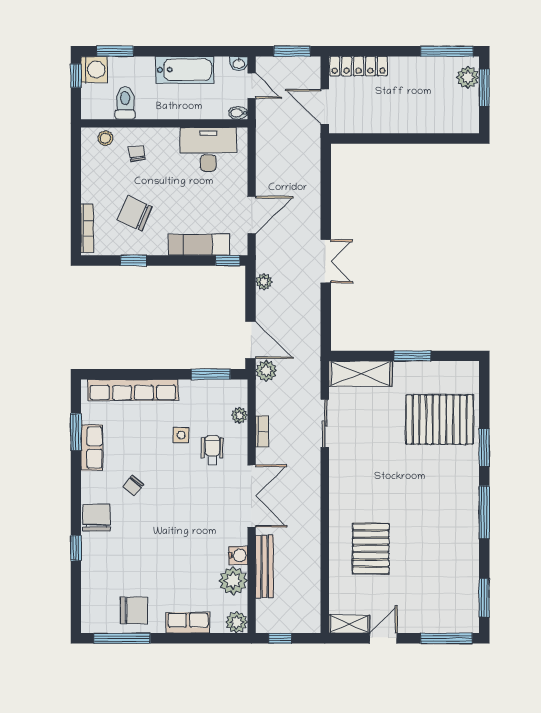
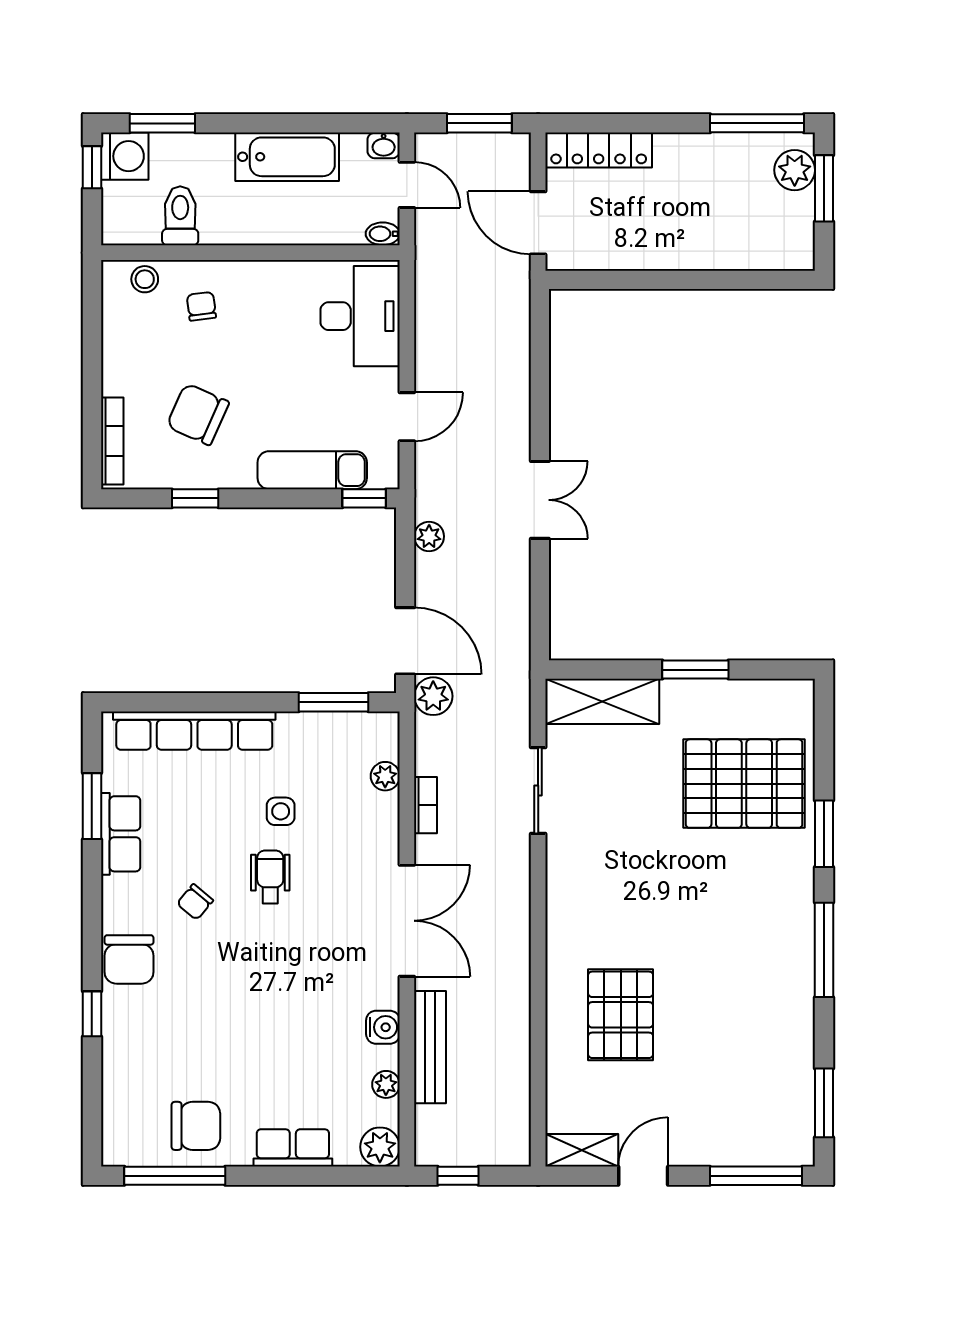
desk: (208, 149) -> (360, 316), moved, turned 90
door: (252, 215) -> (407, 417), width x0.73
wheelchair: (212, 450) -> (270, 877), moved
chair: (97, 518) -> (129, 959), turned 180
plant: (233, 581) -> (386, 1084), width x0.53, depth x0.53

